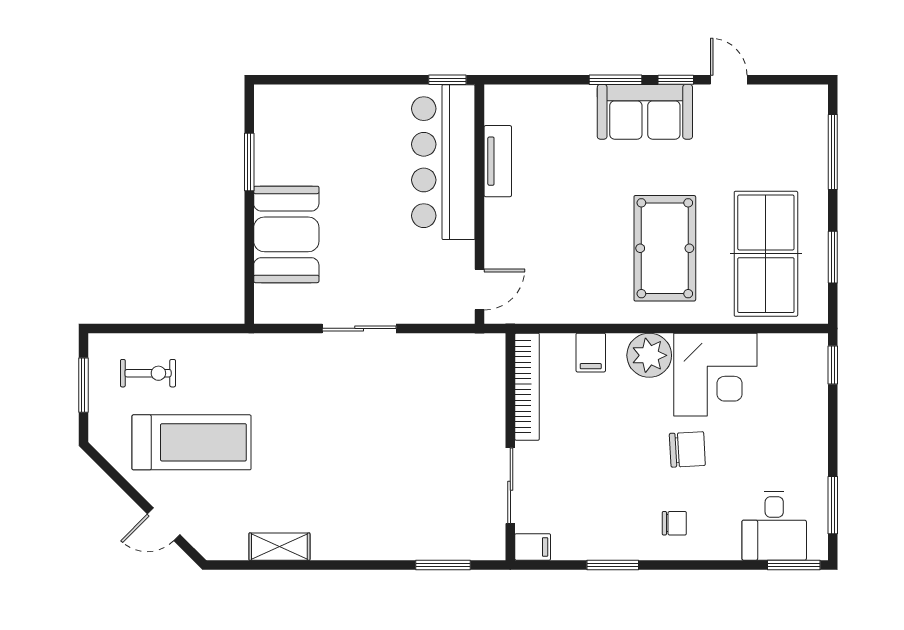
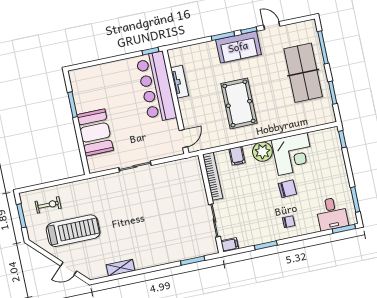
pool table: (665, 248) -> (239, 103), moved
table tennis table: (766, 254) -> (303, 73), moved

